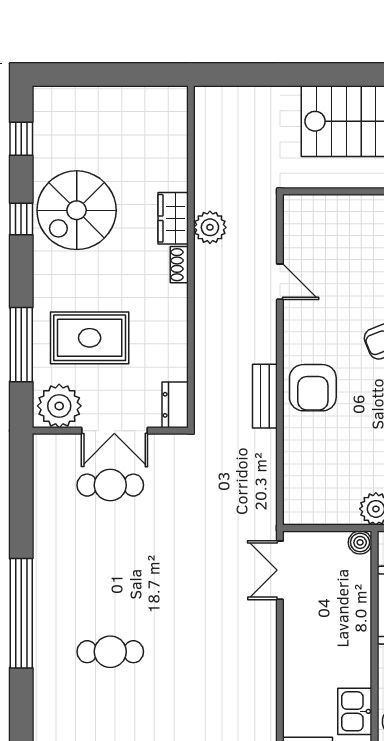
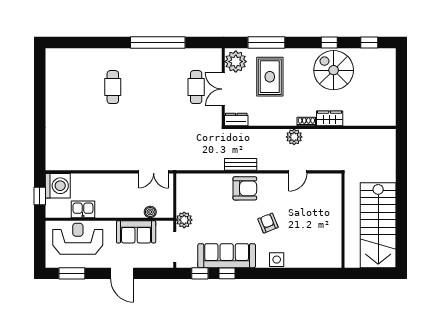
plant: (210, 227) -> (294, 137), moved
armchair: (313, 388) -> (245, 188), turned 180
boiler: (360, 542) -> (150, 212), moved
double door: (280, 570) -> (154, 172), swing flipped
window: (21, 613) -> (158, 43), moved

